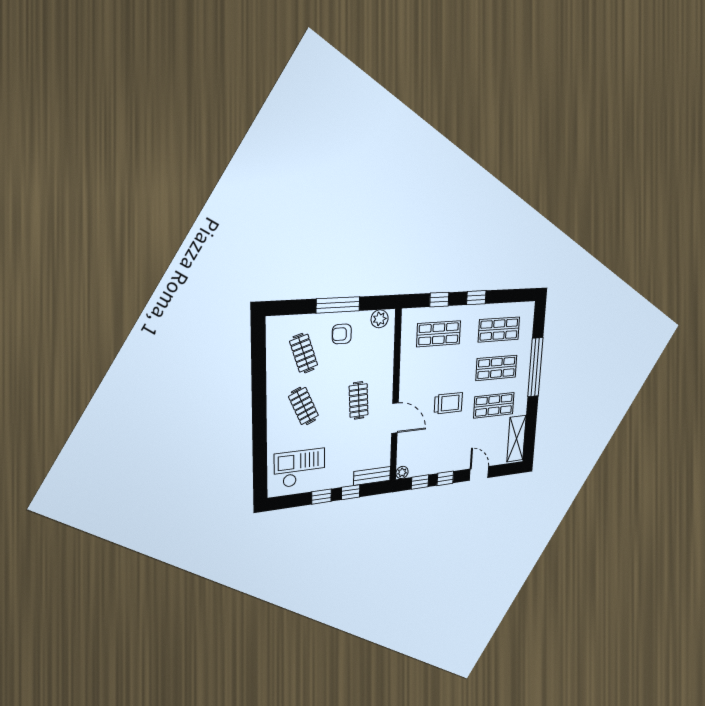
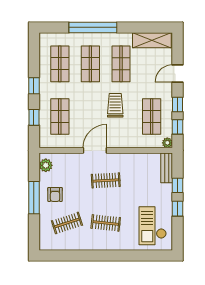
clothes rail: (304, 406) -> (106, 223), turned 30
door: (395, 418) -> (95, 150), moved
shop shelf: (433, 449) -> (152, 117), added

